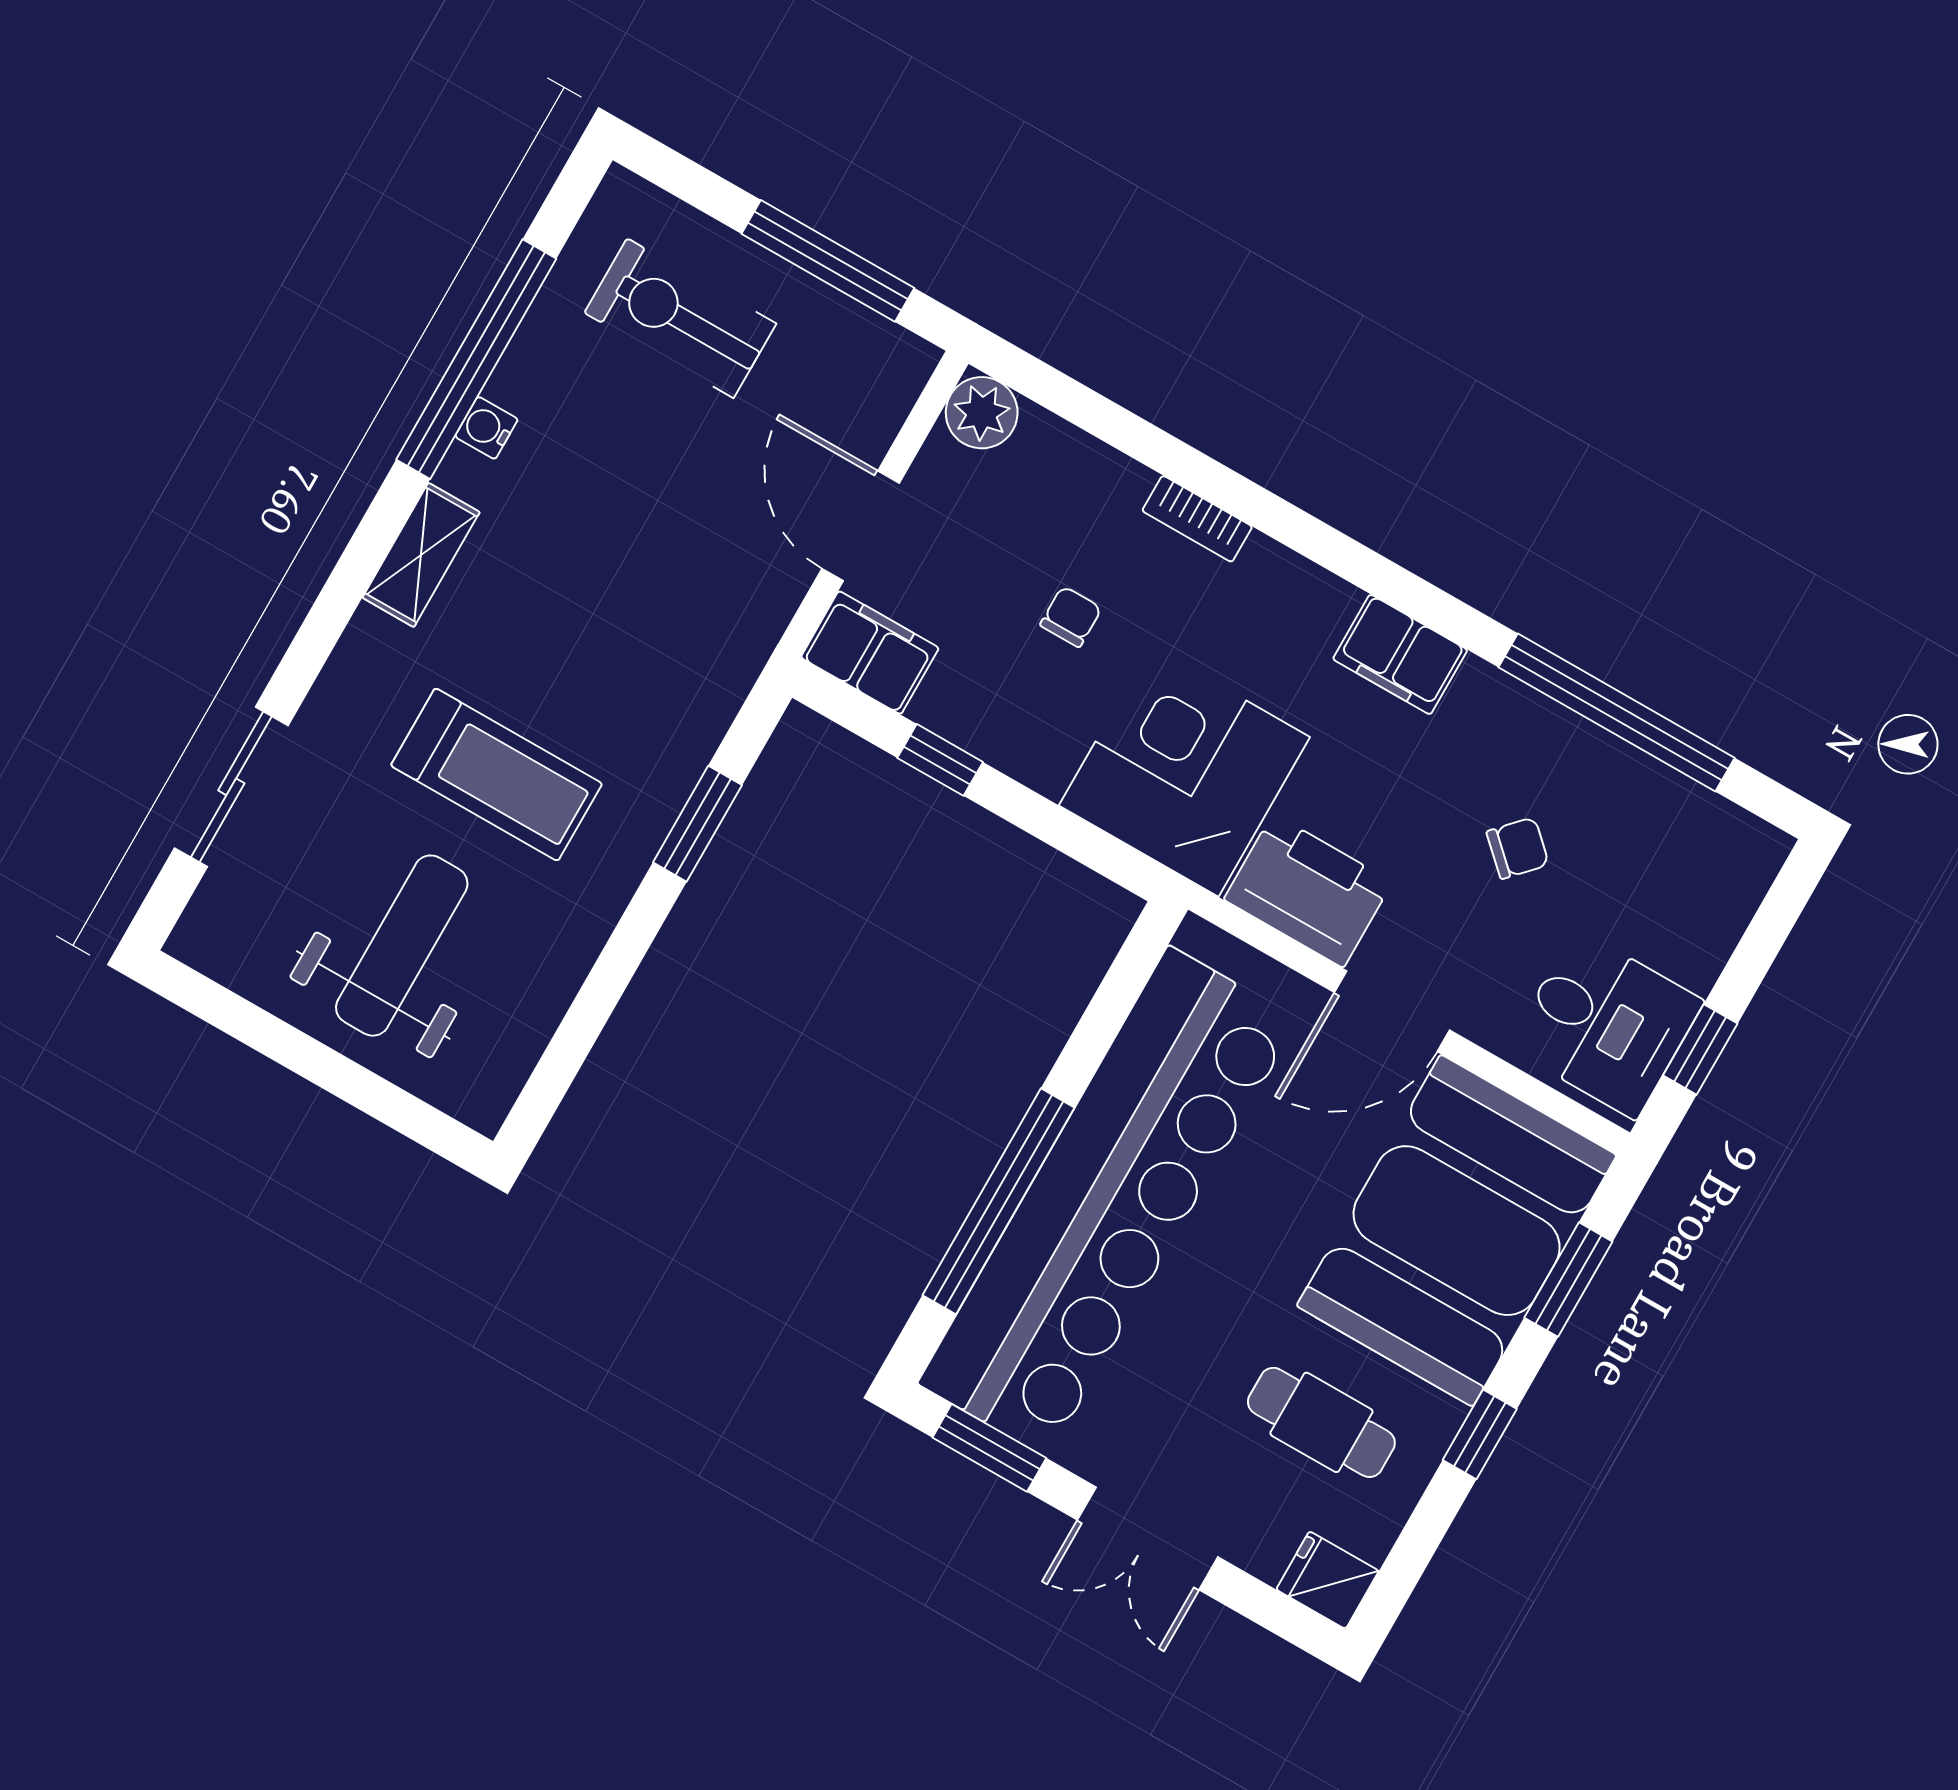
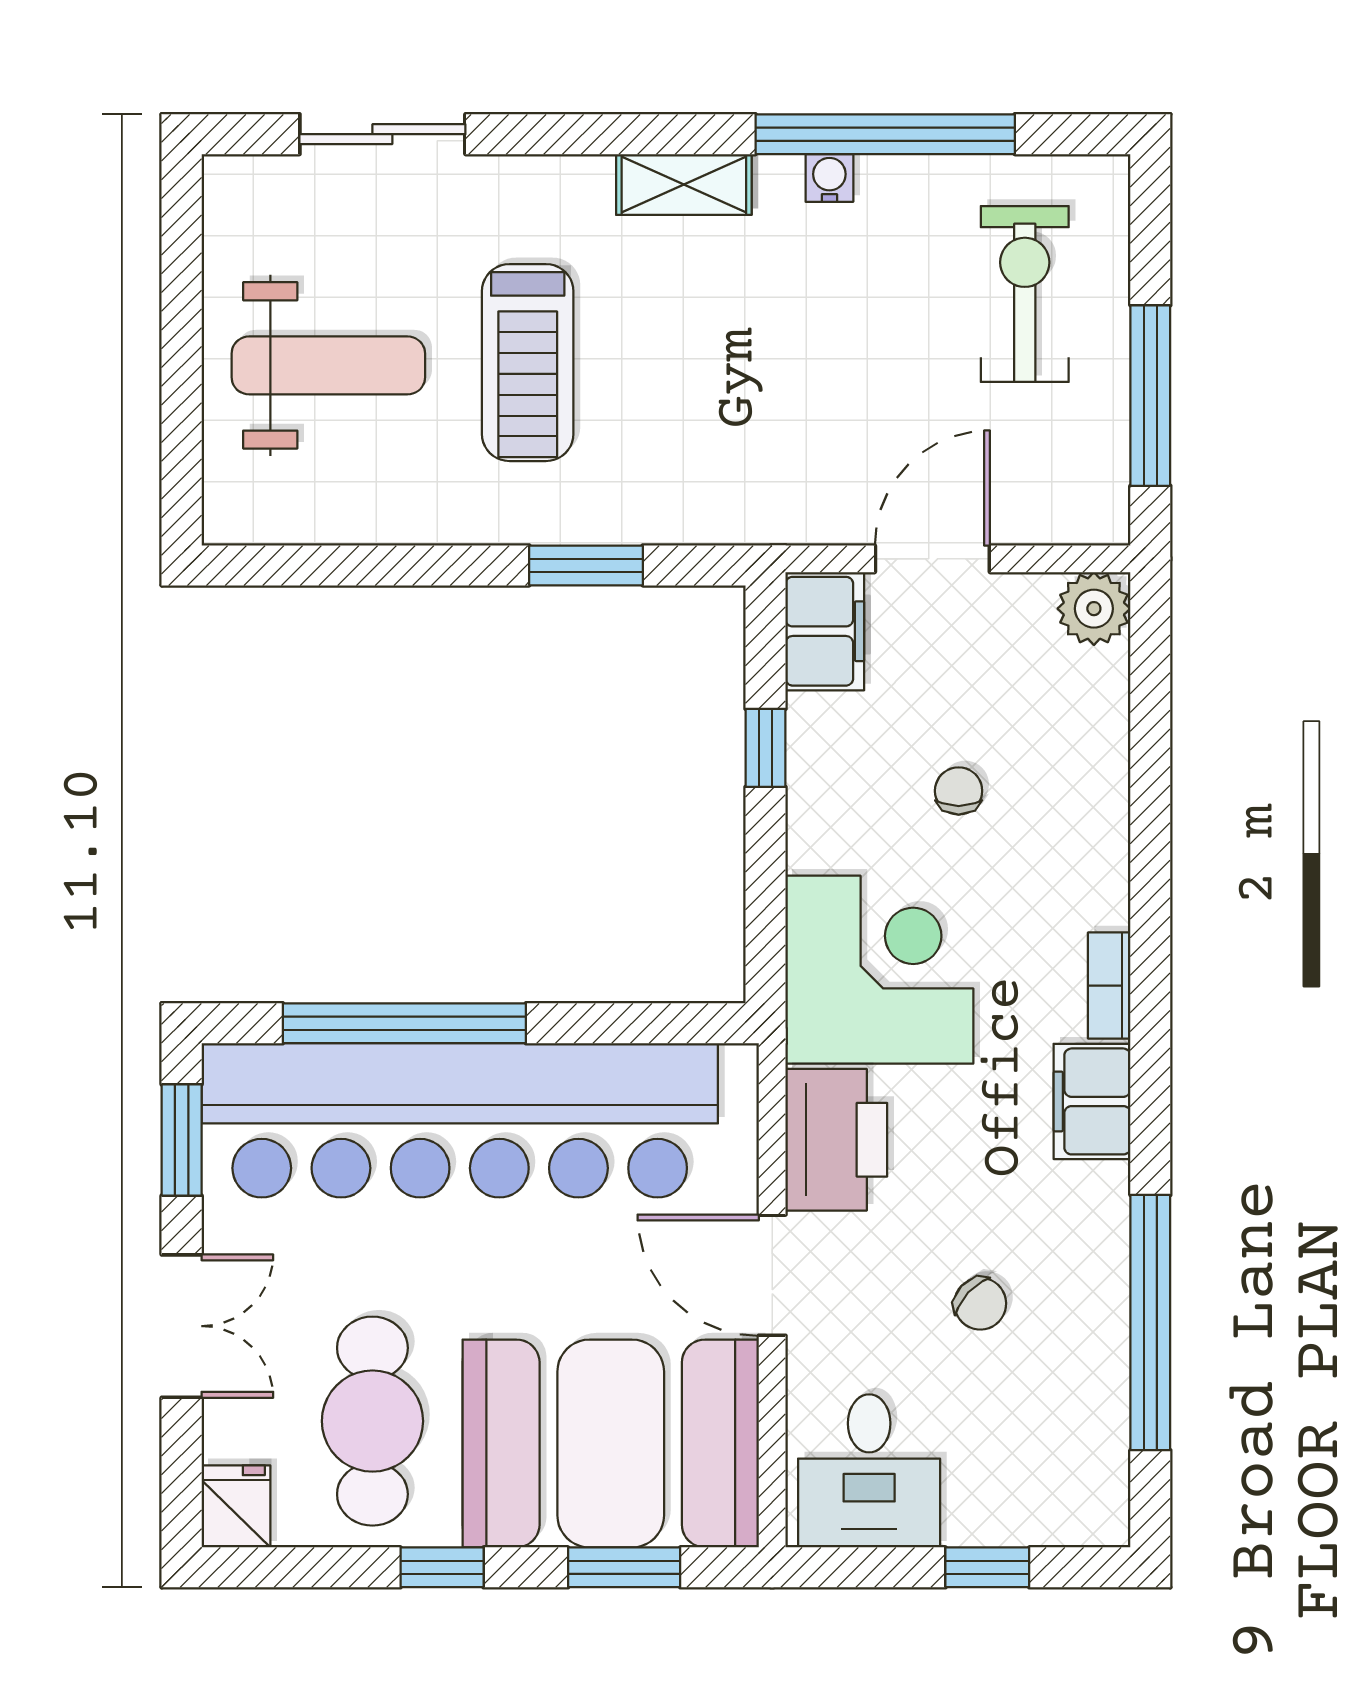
bookcase: (1197, 519) -> (1109, 986), moved
chair: (1071, 617) -> (959, 791), turned -90
window: (1700, 1050) -> (987, 1567), moved
cafe table: (1321, 1422) -> (372, 1421), width x1.37, depth x1.35
double door: (1148, 1538) -> (182, 1326), swing flipped

